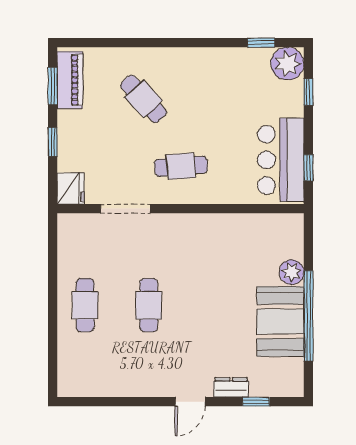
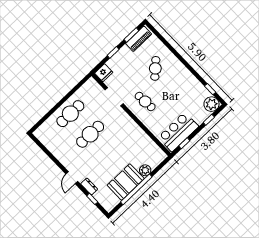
cafe table: (85, 305) -> (70, 114), width x1.37, depth x1.35
cafe table: (149, 305) -> (90, 134), width x1.37, depth x1.35
door: (190, 402) -> (72, 178), hinge flipped

